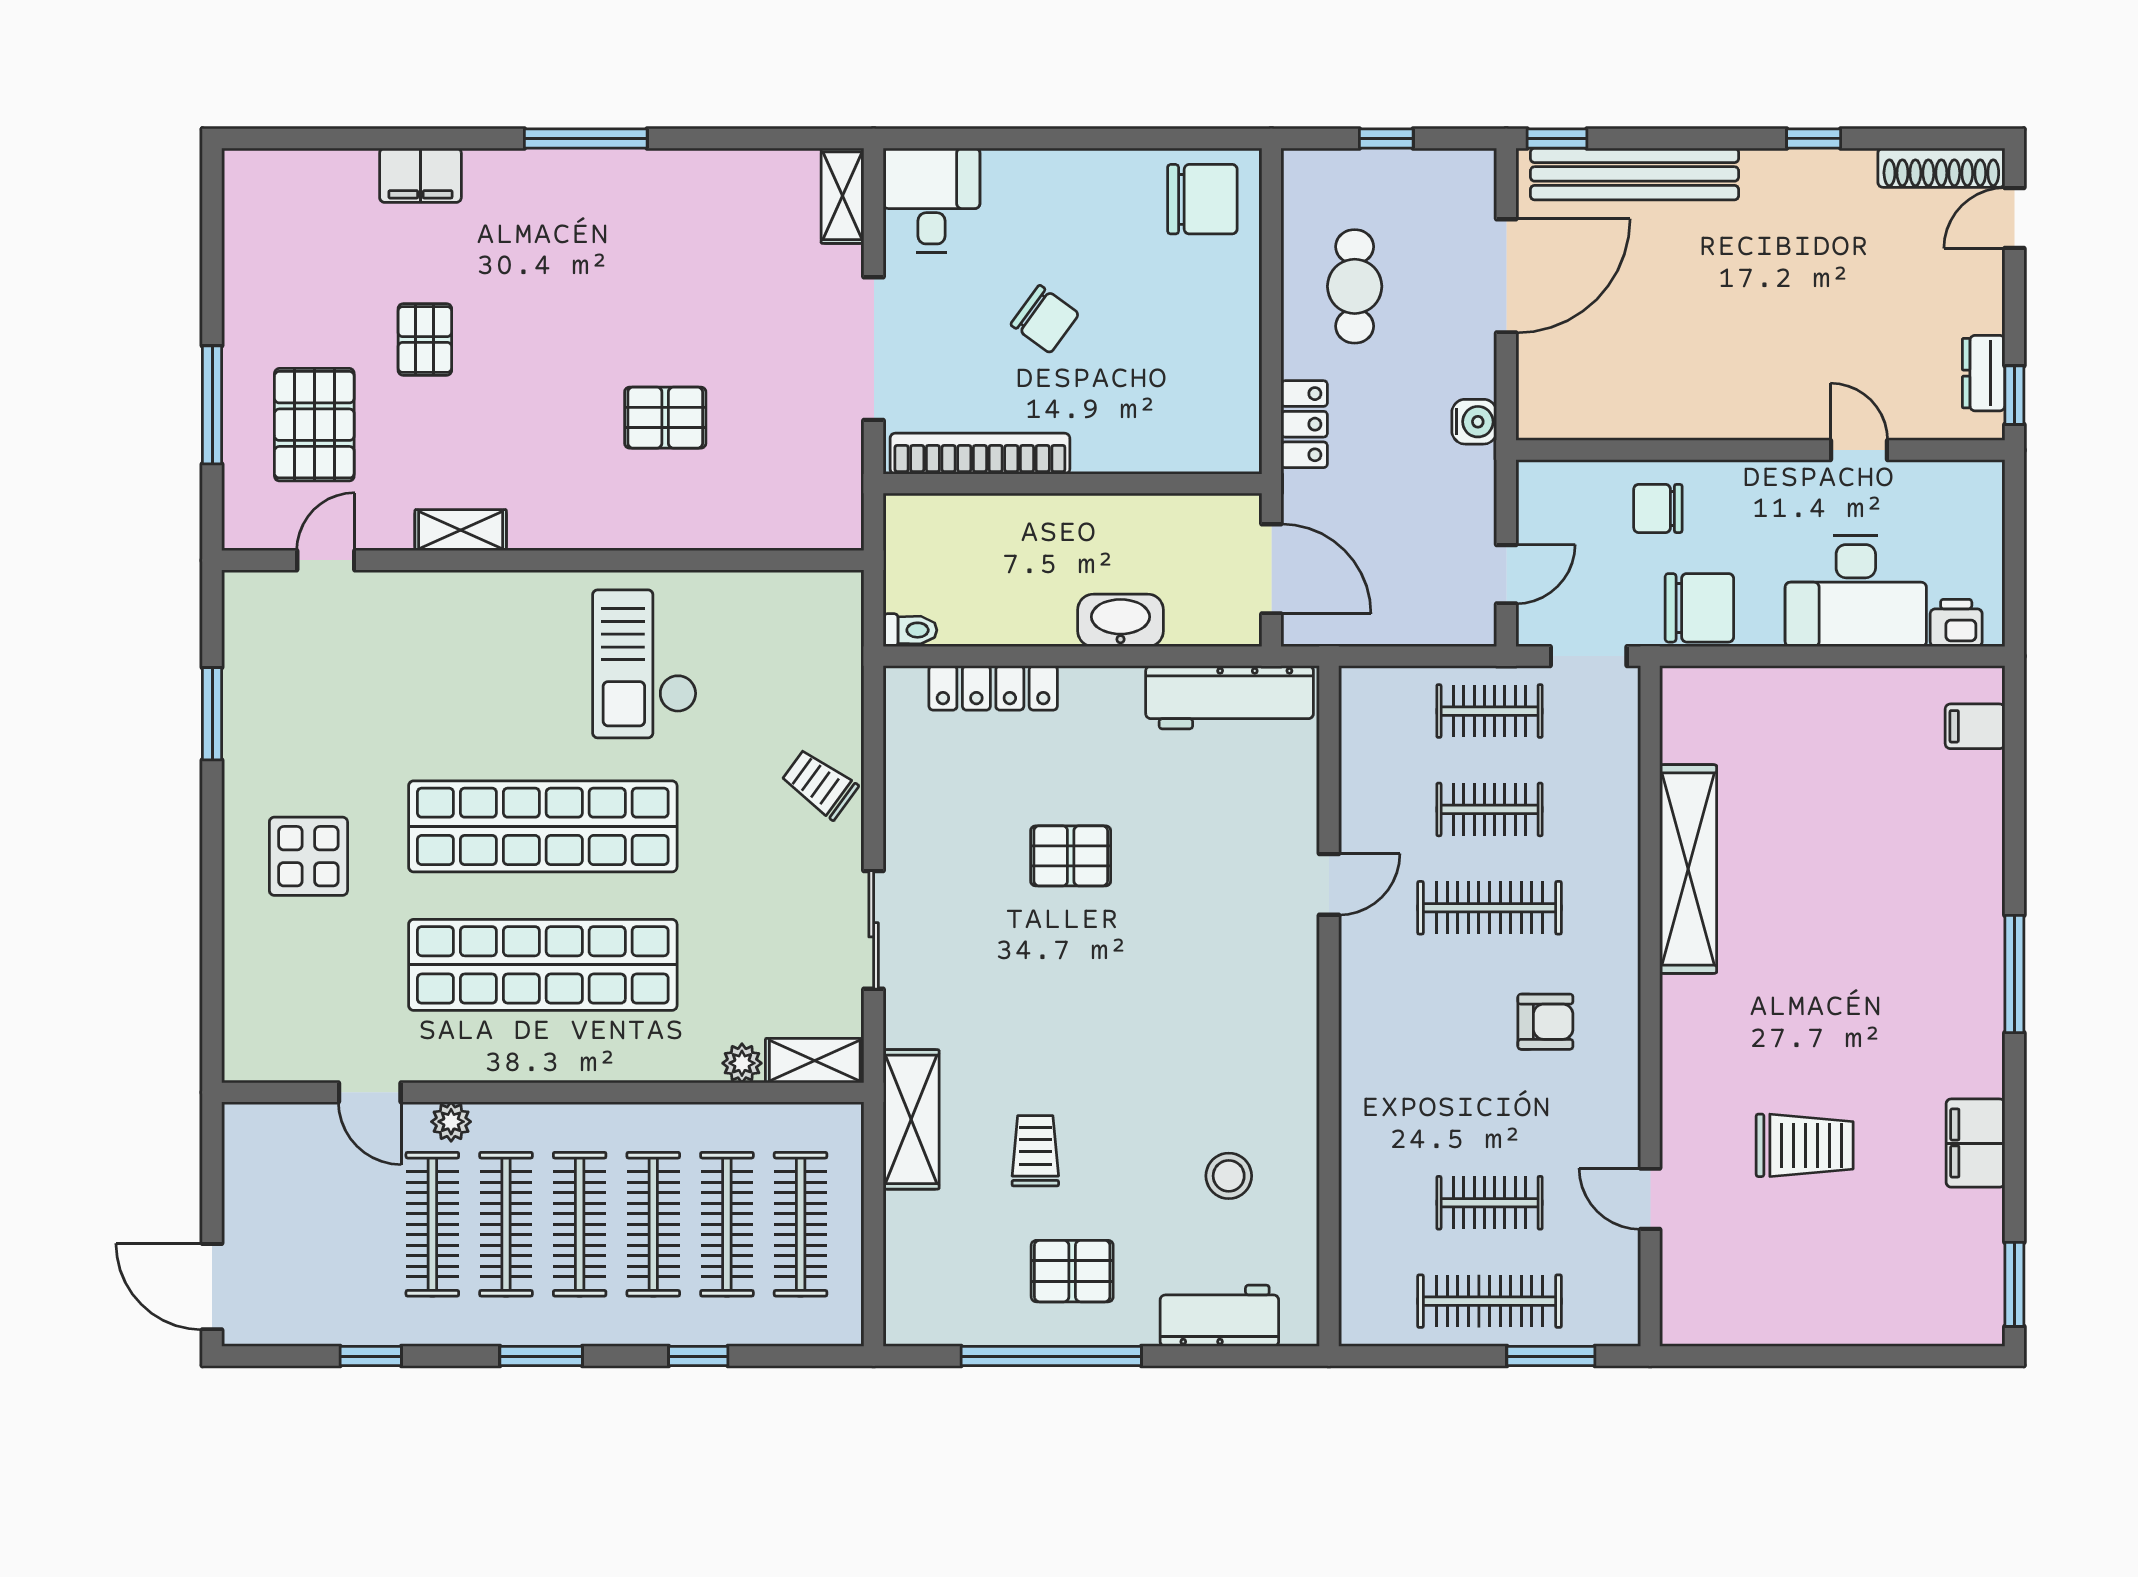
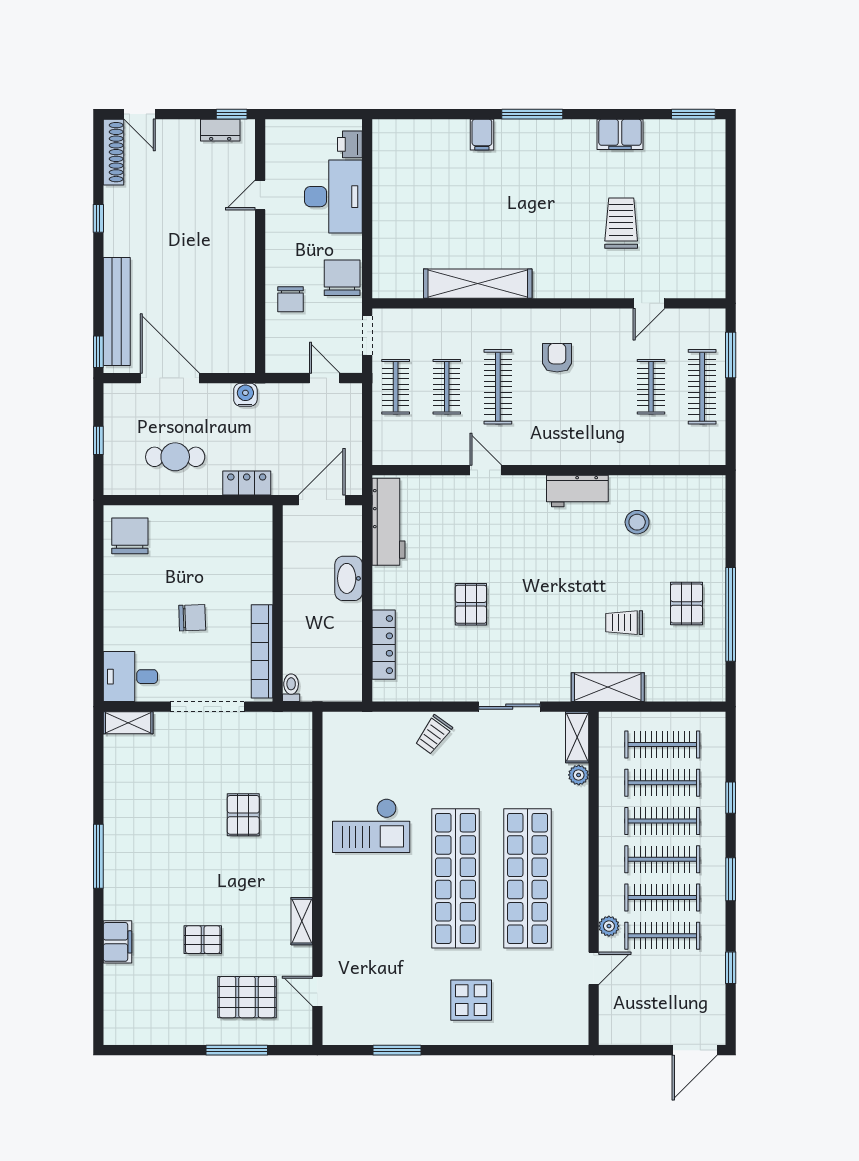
chair: (1045, 319) -> (192, 618), turned 52
toilet: (910, 630) -> (291, 688), moved
filing cabinet: (1975, 726) -> (482, 135), moved
workbench: (1219, 1316) -> (577, 491), moved, turned -90

